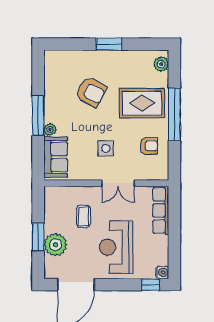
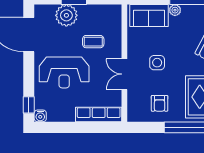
reception desk: (116, 247) -> (64, 72), turned 180

